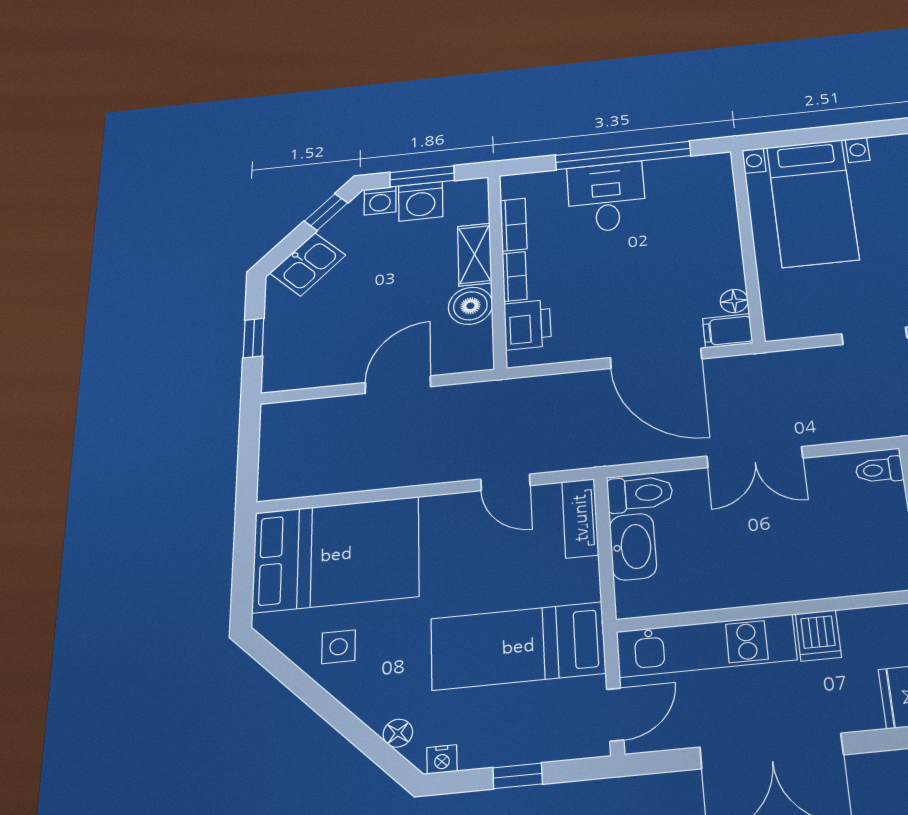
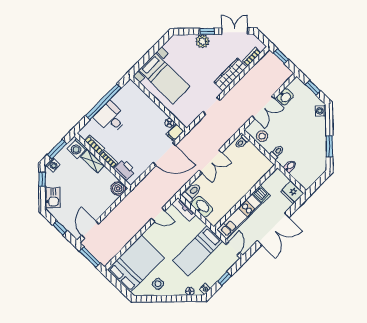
washing machine: (421, 201) -> (77, 148), moved, turned 90
boiler: (470, 306) -> (118, 188), moved
door: (398, 385) -> (90, 230), moved
window: (248, 453) -> (90, 257), added

